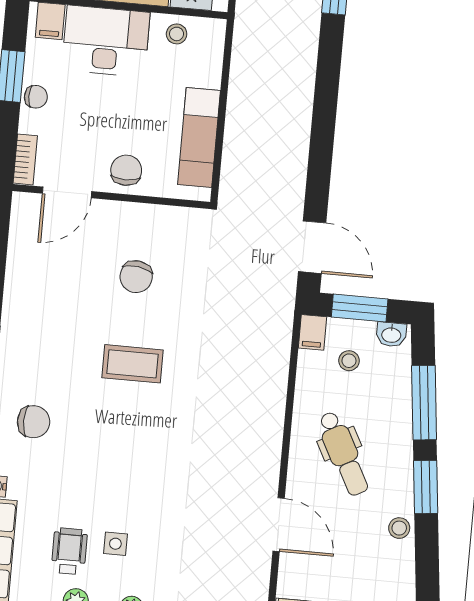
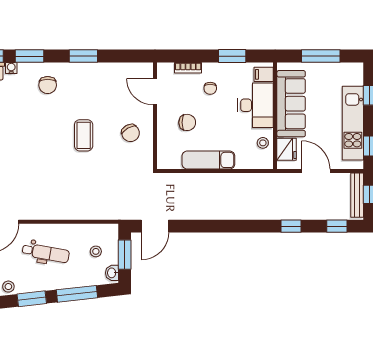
chair: (36, 97) -> (210, 88), moved
door: (67, 192) -> (155, 92), moved
wall: (111, 196) -> (155, 116), moved
chair: (136, 277) -> (131, 133), turned -127
filing cabinet: (312, 332) -> (109, 230), removed
dental chair: (343, 454) -> (46, 253), turned -142

